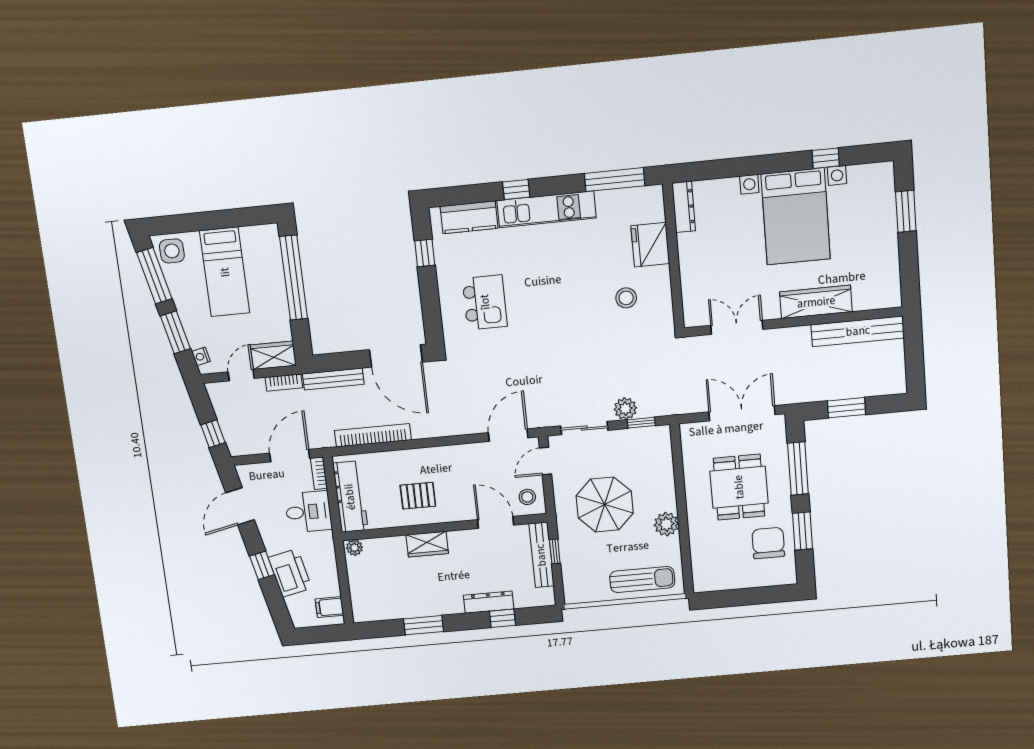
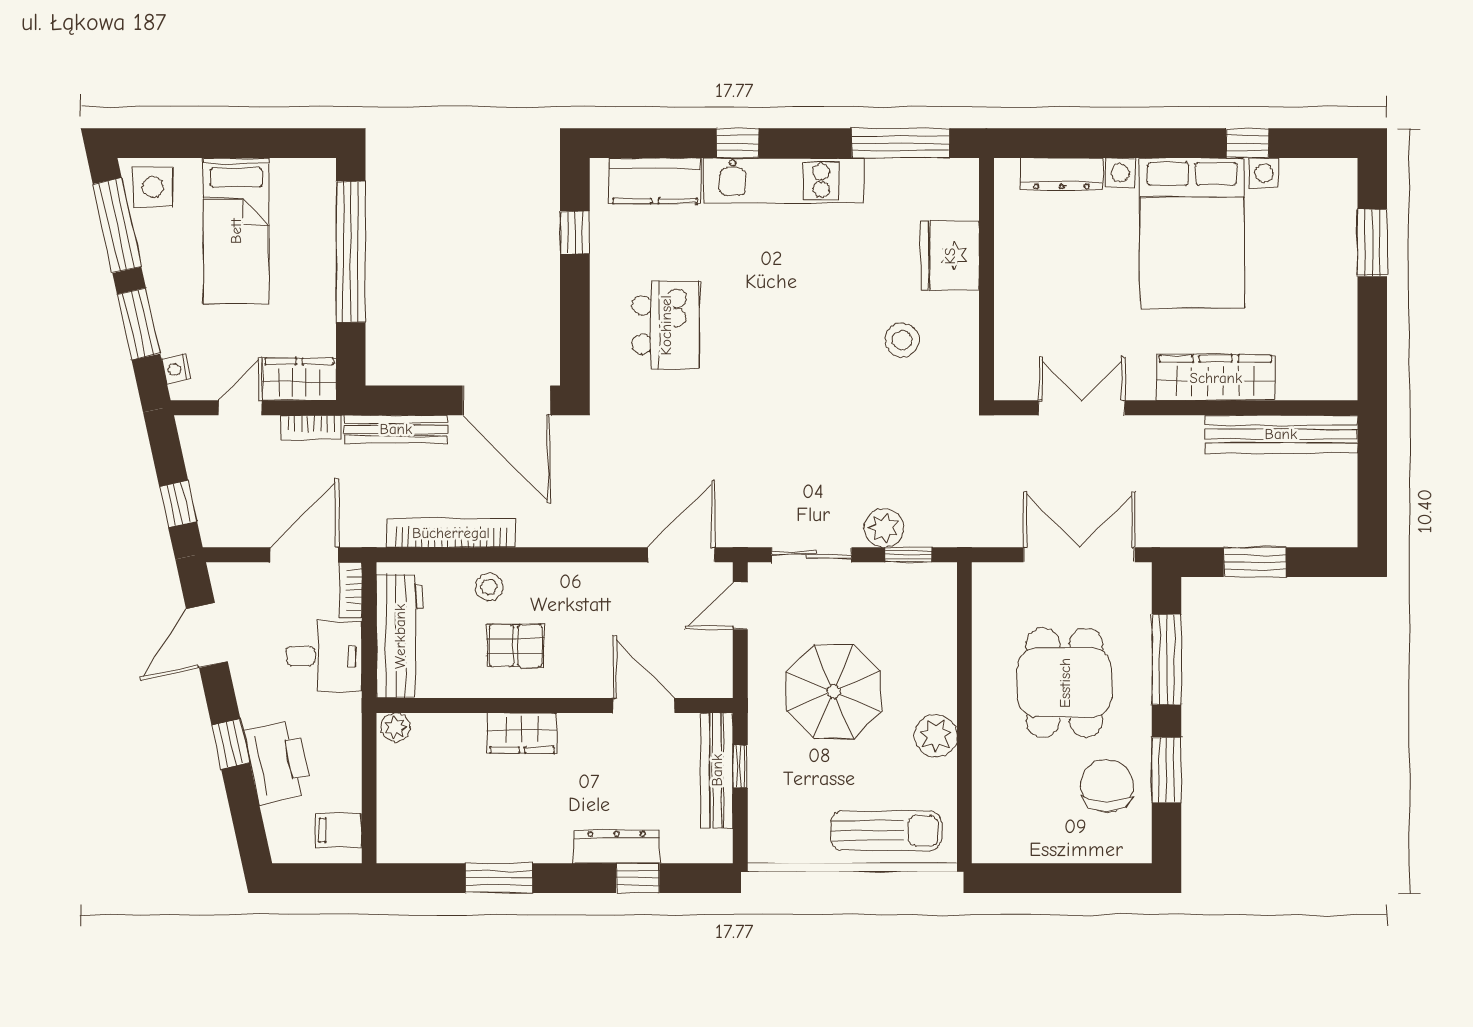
dresser: (684, 207) -> (1061, 174), moved, turned 90
stool: (527, 497) -> (489, 587), moved

